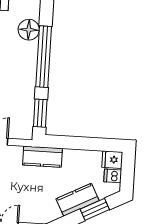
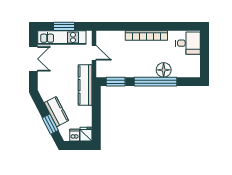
floor lamp: (29, 30) -> (164, 70), moved
kitchen counter: (42, 157) -> (85, 85), width x1.50

